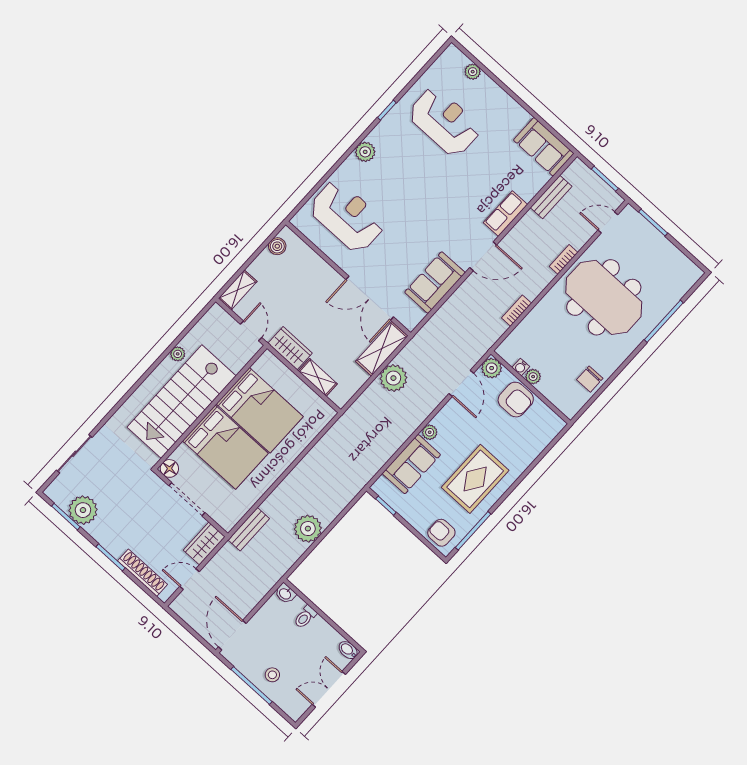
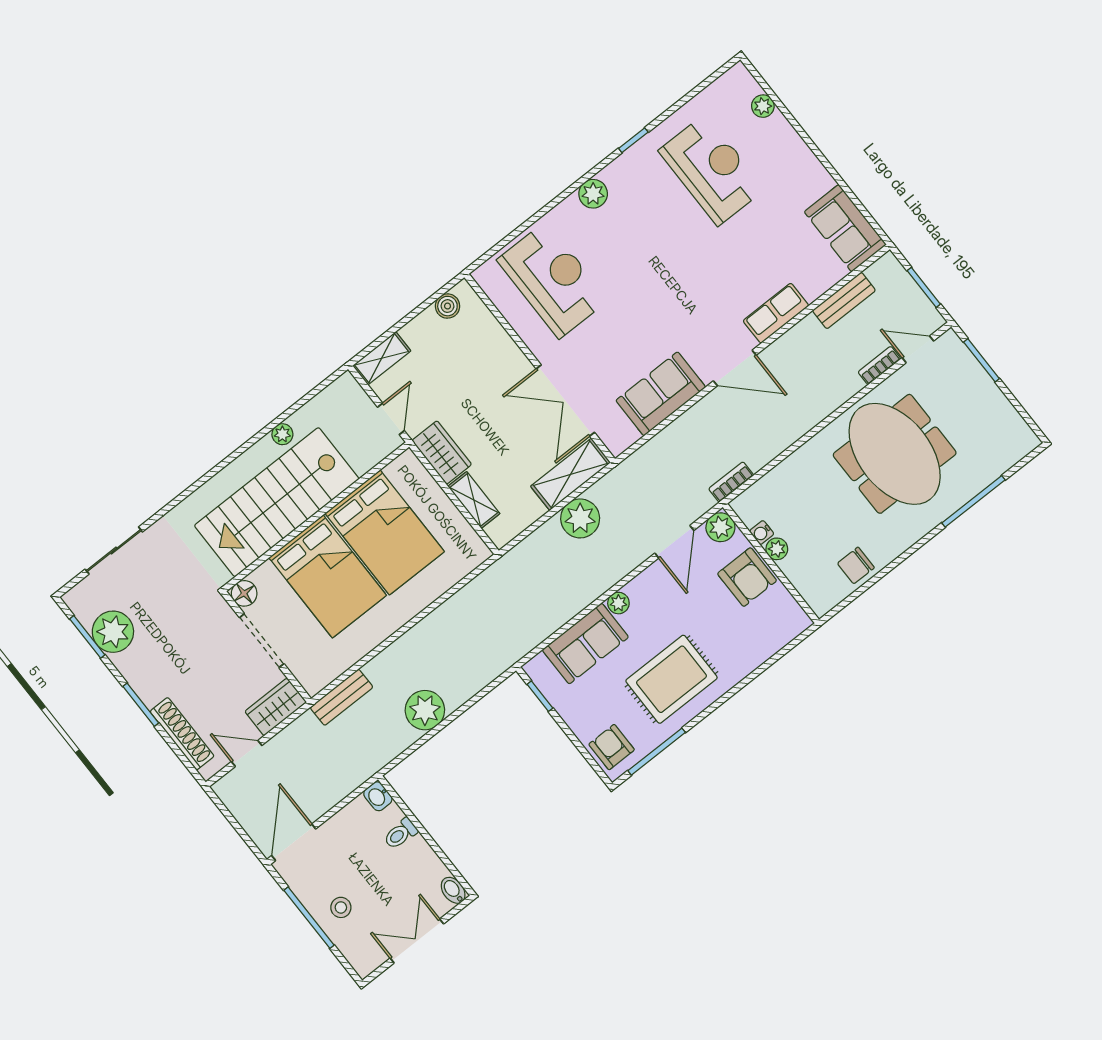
bookcase: (563, 259) -> (879, 365), moved
bookcase: (517, 311) -> (731, 482), moved

